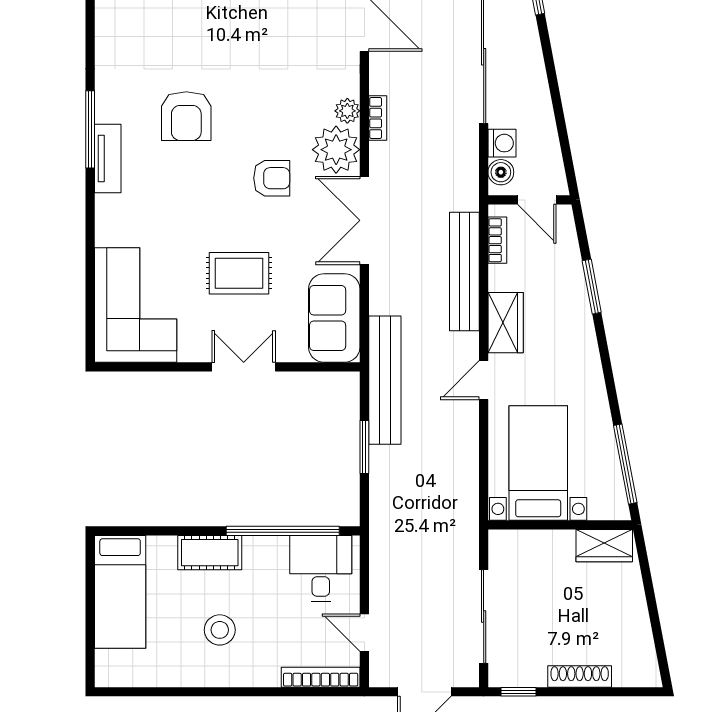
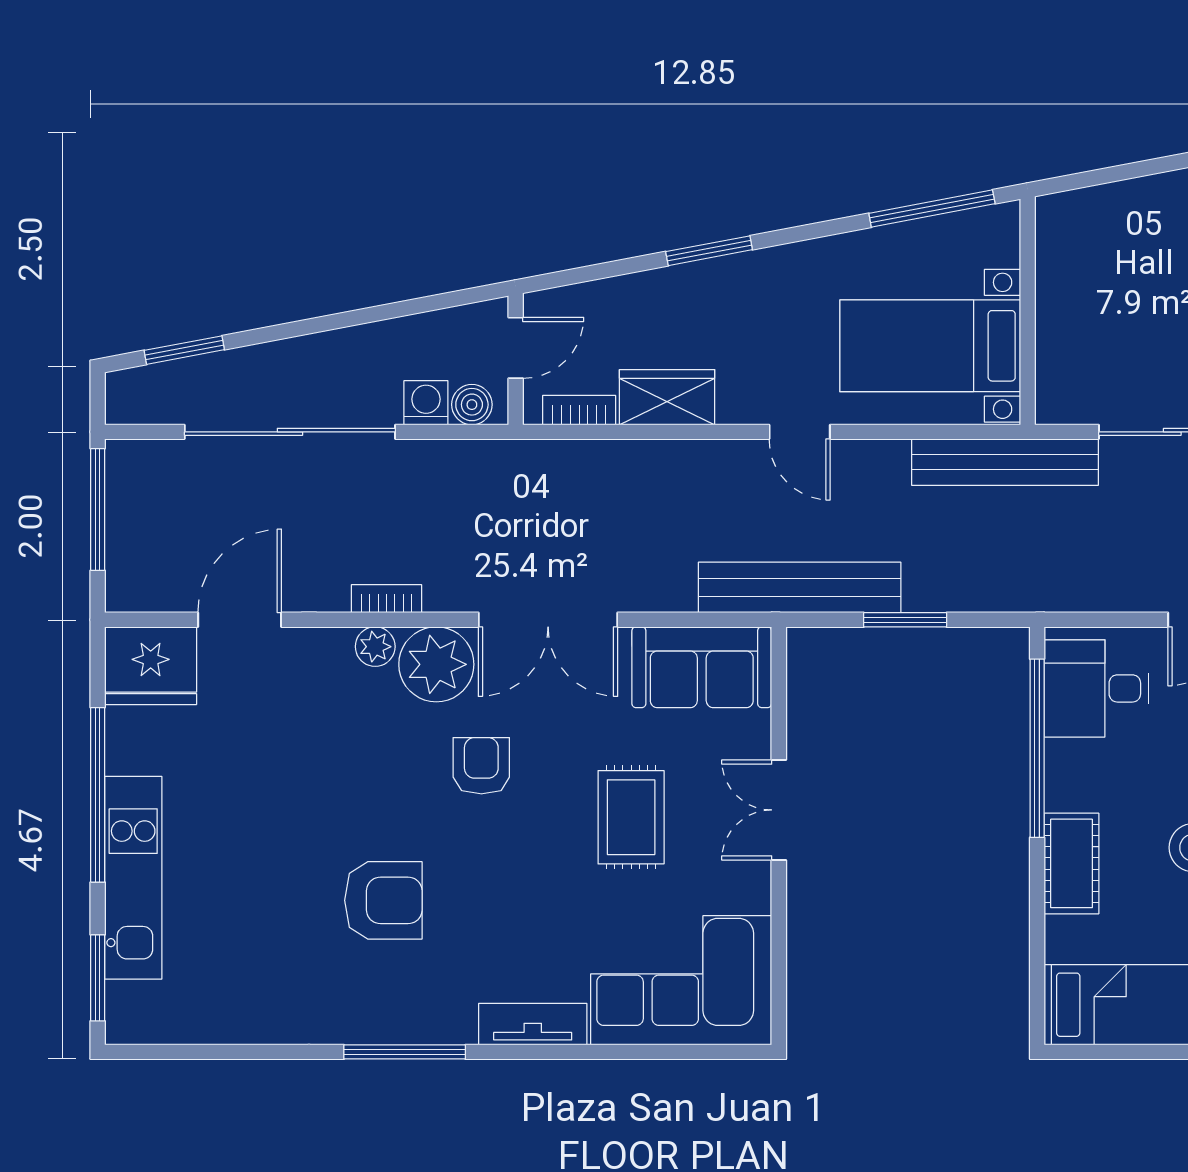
tv unit: (108, 159) -> (533, 1024), moved
bench: (464, 272) -> (1005, 462), moved
window: (592, 287) -> (709, 251), moved
wardrobe: (506, 323) -> (667, 397), moved
wardrobe: (604, 546) -> (1060, 242), removed

